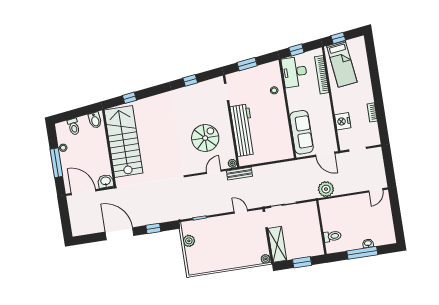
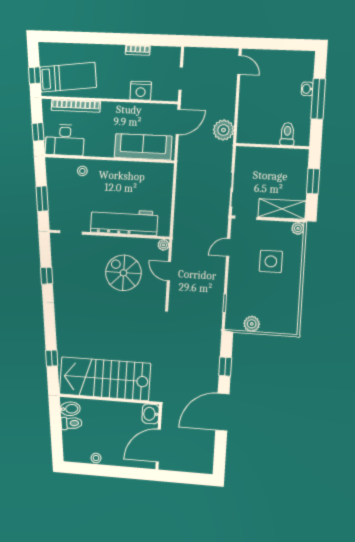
toilet: (74, 127) -> (71, 423), moved
window: (56, 163) -> (113, 471), removed
bench: (239, 174) -> (179, 239), removed
side table: (237, 245) -> (271, 261), added

